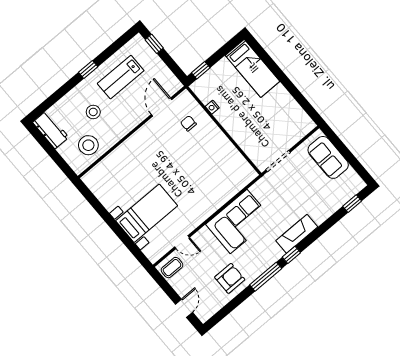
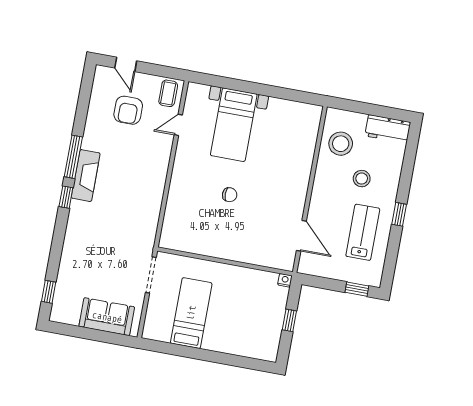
bed: (253, 68) -> (191, 313), moved, turned 90
window: (201, 70) -> (289, 320), moved
nightstand: (212, 107) -> (285, 280), moved
chair: (188, 123) -> (230, 195), moved
corner sofa: (239, 221) -> (141, 188), removed
fireplace: (297, 234) -> (86, 176), moved
armchair: (230, 278) -> (128, 110), moved

